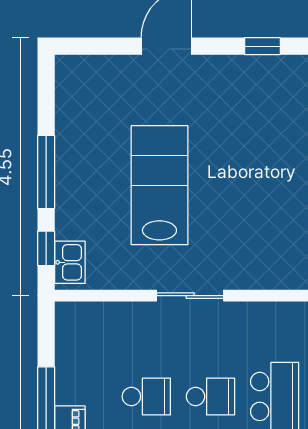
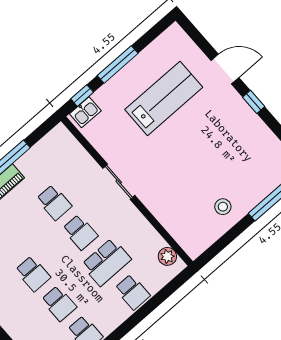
window: (262, 46) -> (254, 102), moved
lab bench: (159, 185) -> (164, 98), moved

